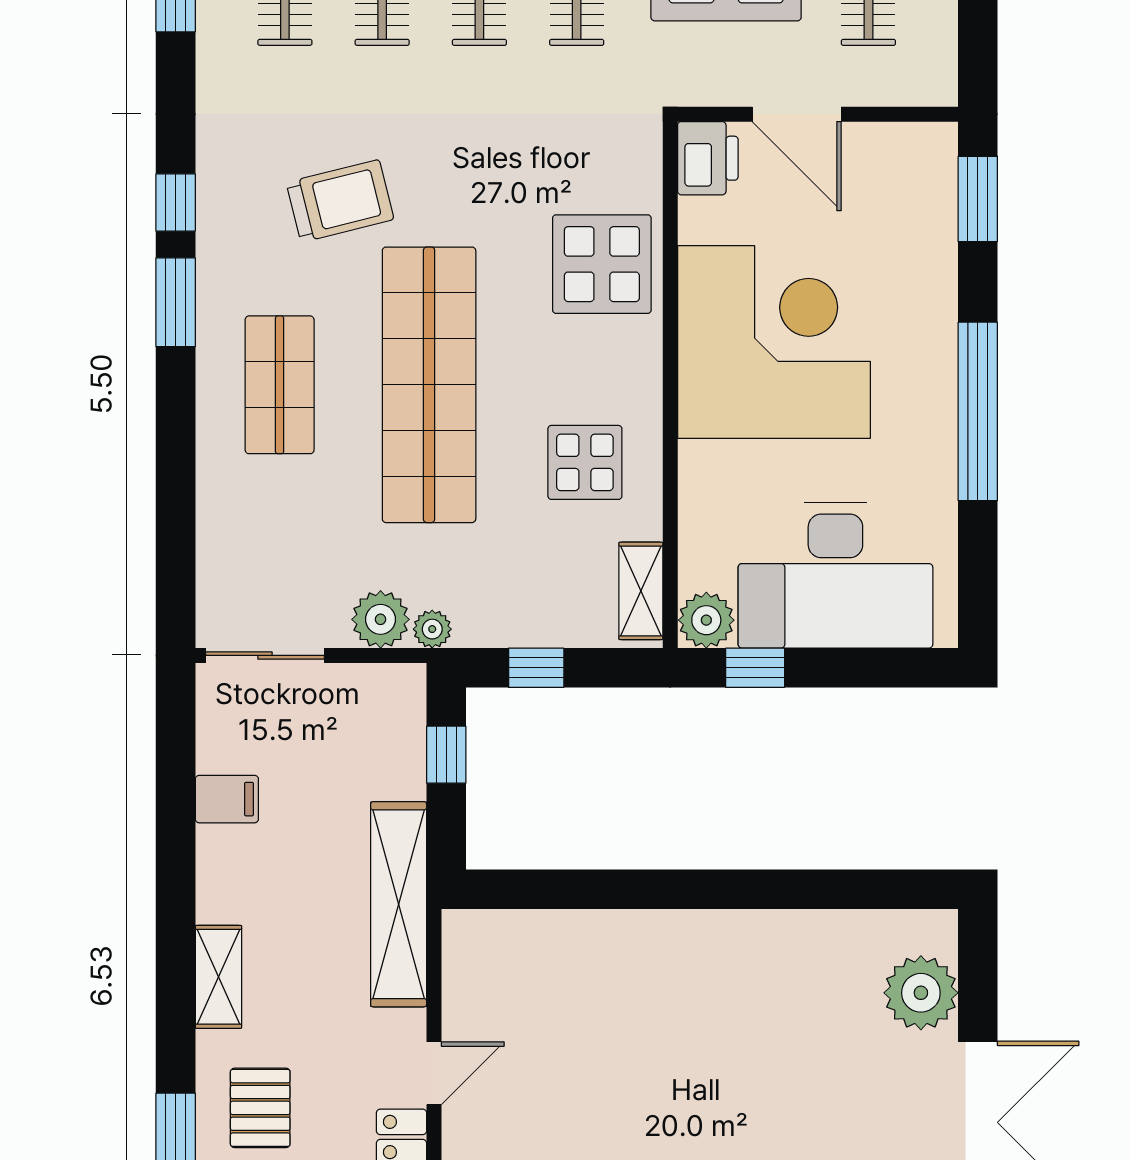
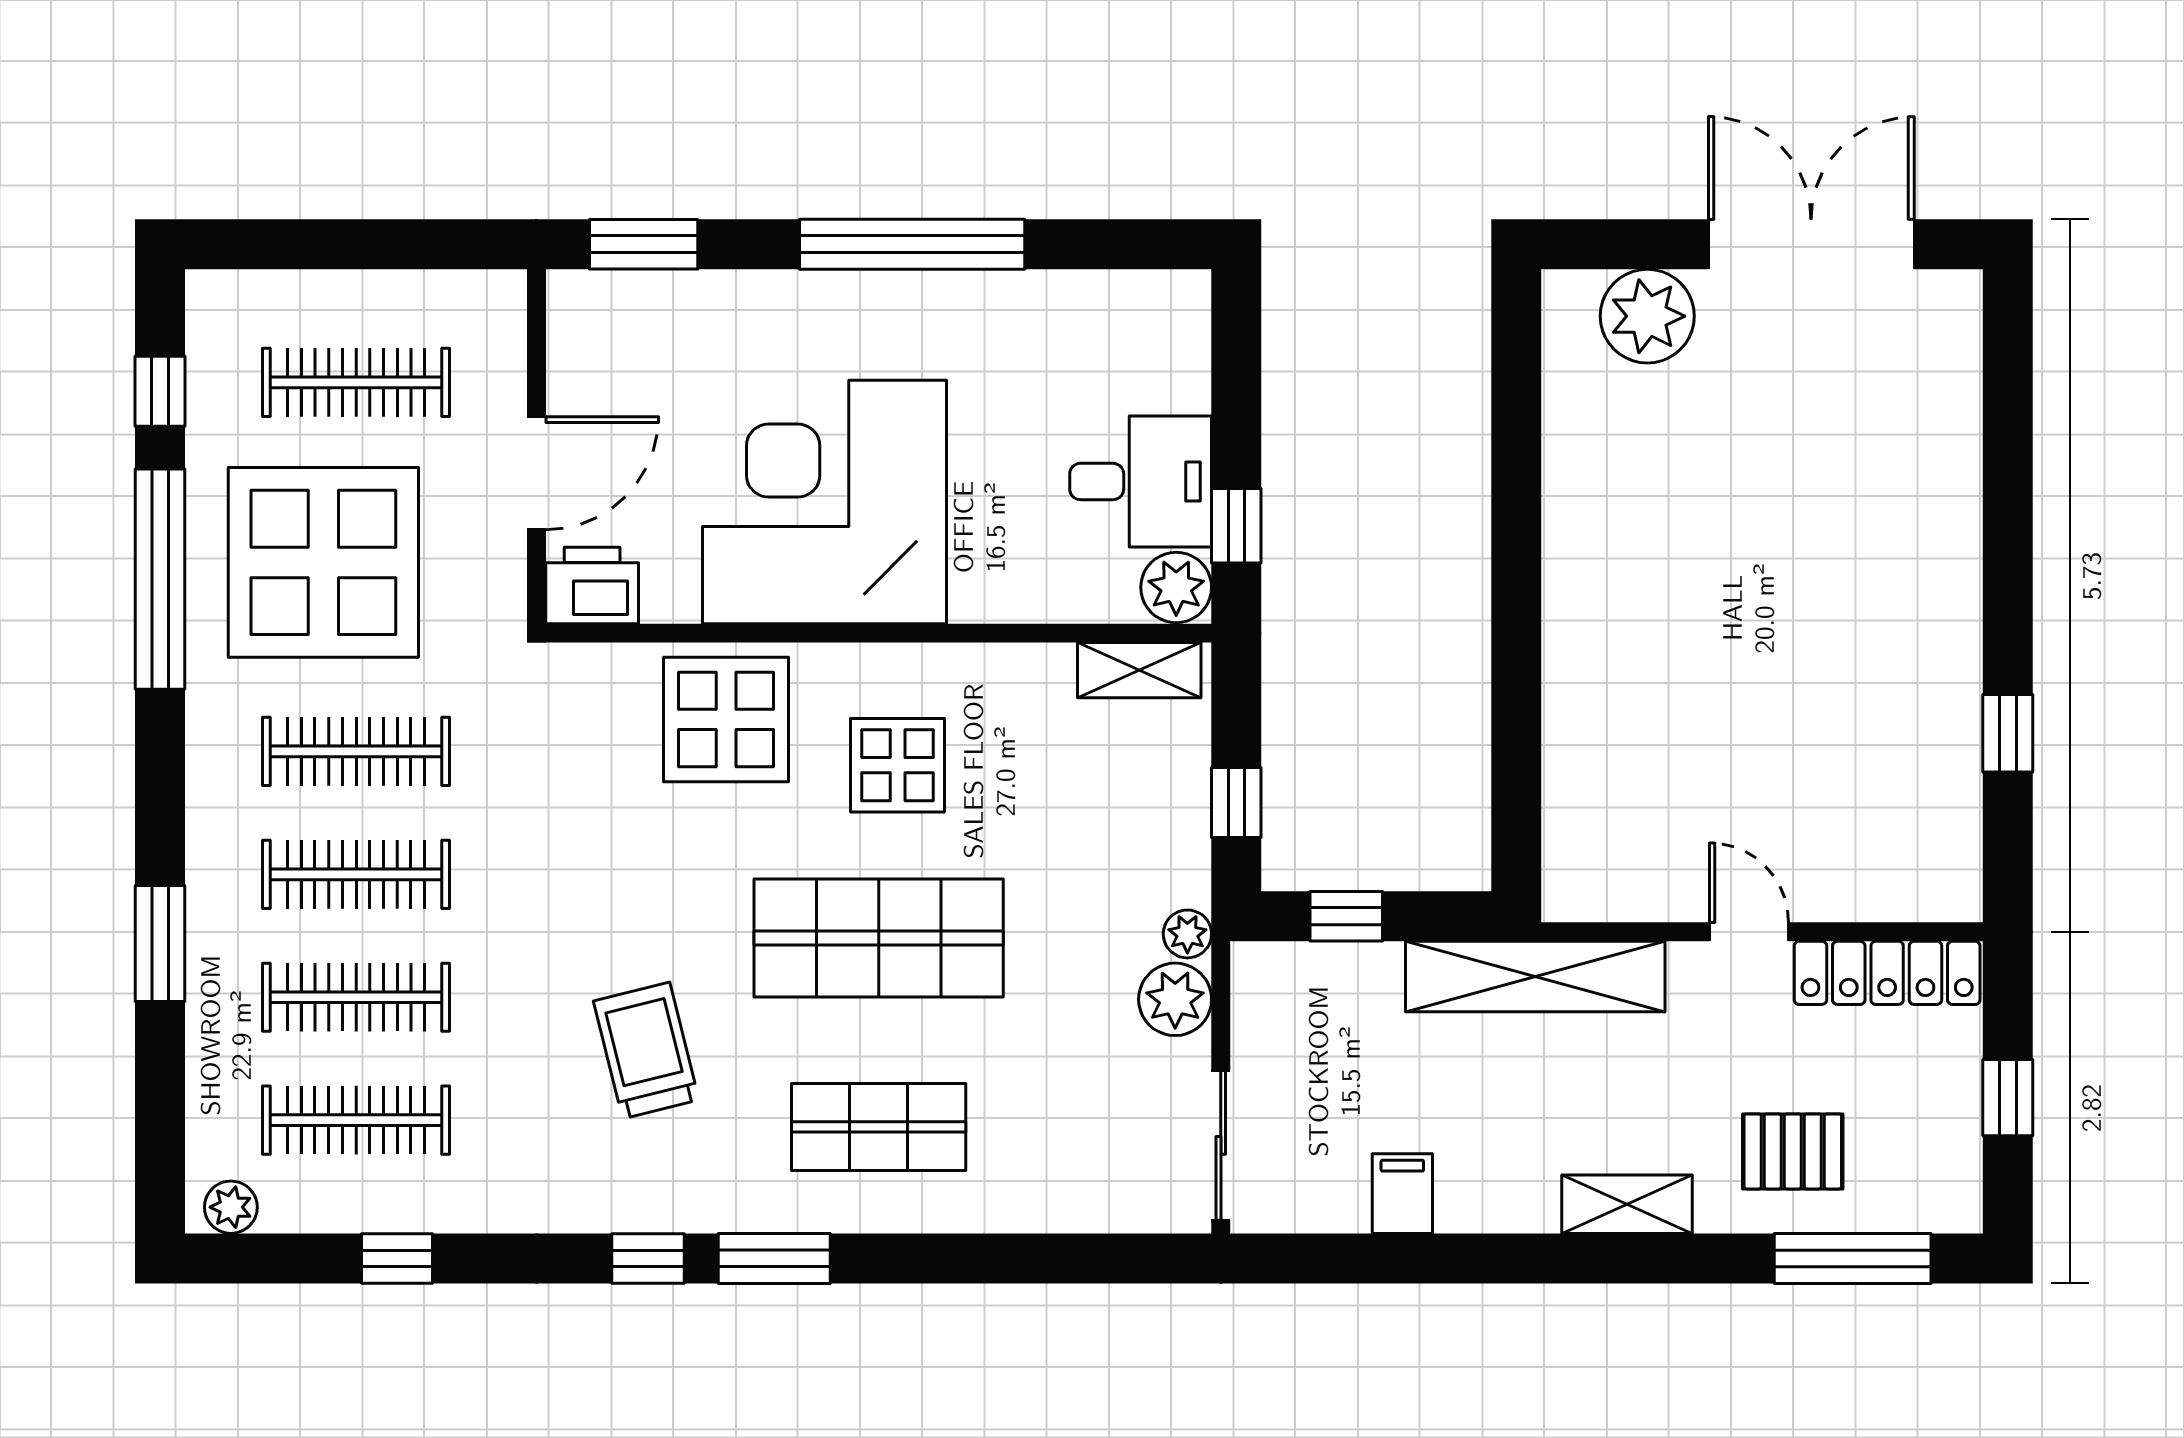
shop shelf: (429, 385) -> (879, 938), width x0.71
display table: (585, 462) -> (898, 765), moved
desk: (835, 575) -> (1141, 481), width x0.53, depth x0.77

